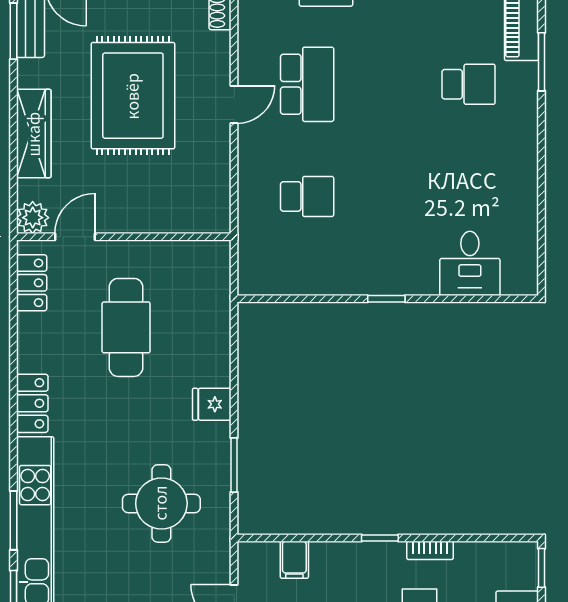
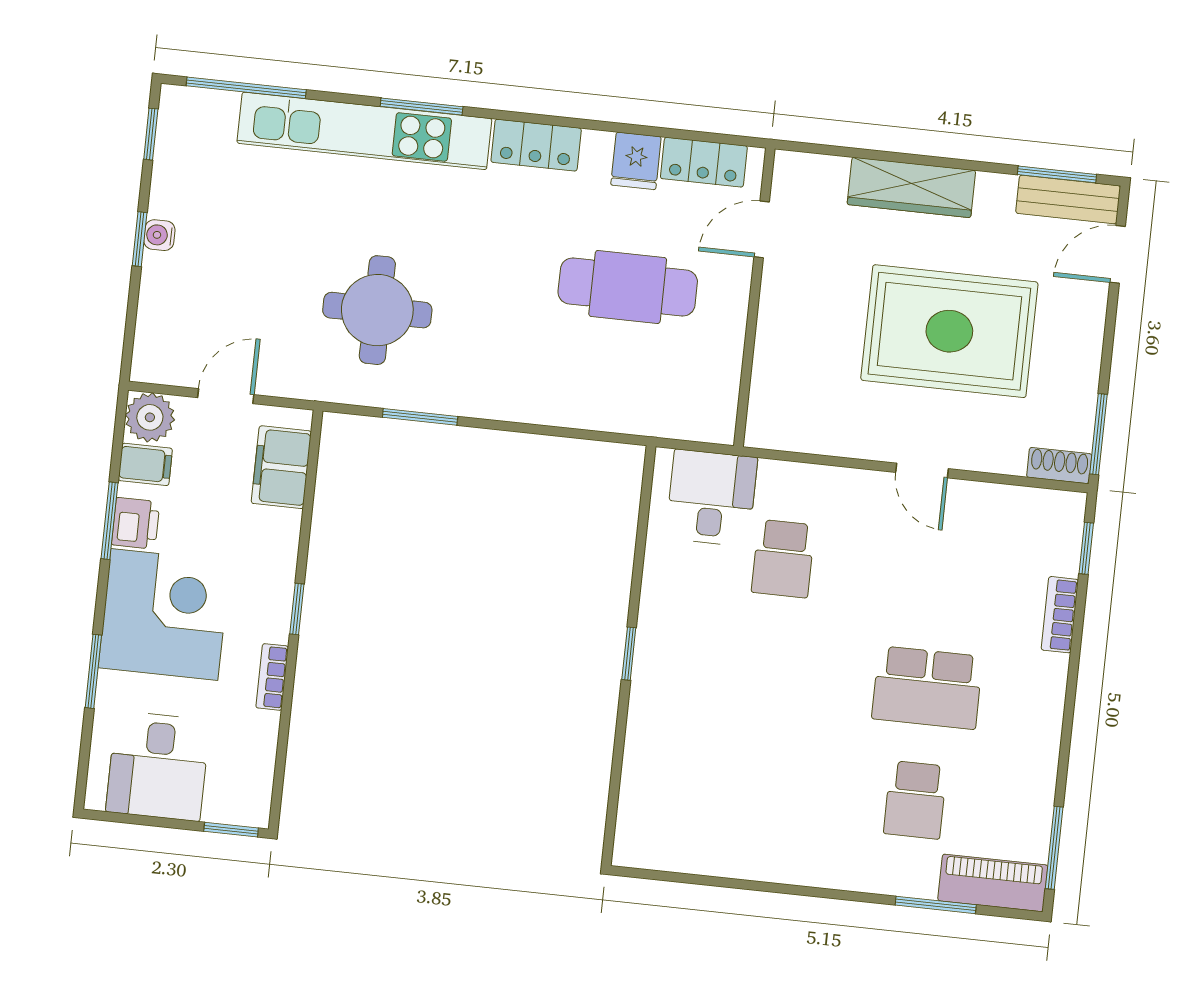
school desk: (307, 84) -> (927, 688), moved
plant: (33, 218) -> (795, 173), removed
door: (75, 237) -> (762, 229), swing flipped
desk: (470, 263) -> (712, 498), moved, turned 90
fridge: (212, 404) -> (636, 161), moved, turned 180
window: (13, 520) -> (422, 107), moved
filing cabinet: (294, 560) -> (281, 467), width x2.00

